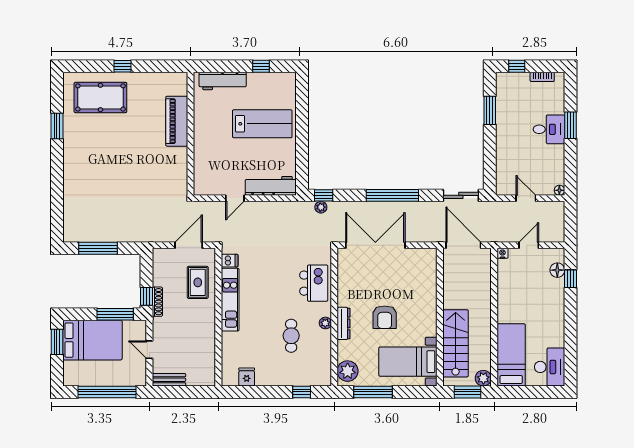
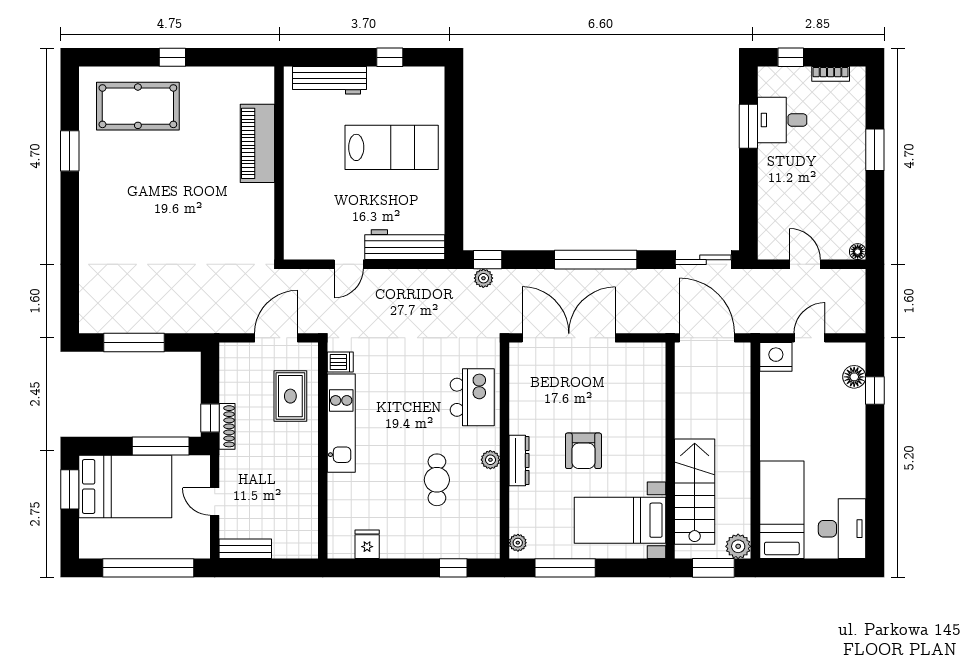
desk: (549, 129) -> (782, 120), moved, turned 180
nightstand: (503, 253) -> (776, 357), width x1.89, depth x1.79
plant: (348, 371) -> (518, 543), width x0.53, depth x0.53

